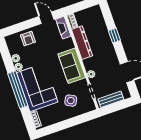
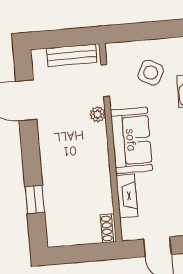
fireplace: (63, 28) -> (127, 196), moved
window: (114, 36) -> (35, 199), moved
dresser: (82, 43) -> (100, 181), removed

